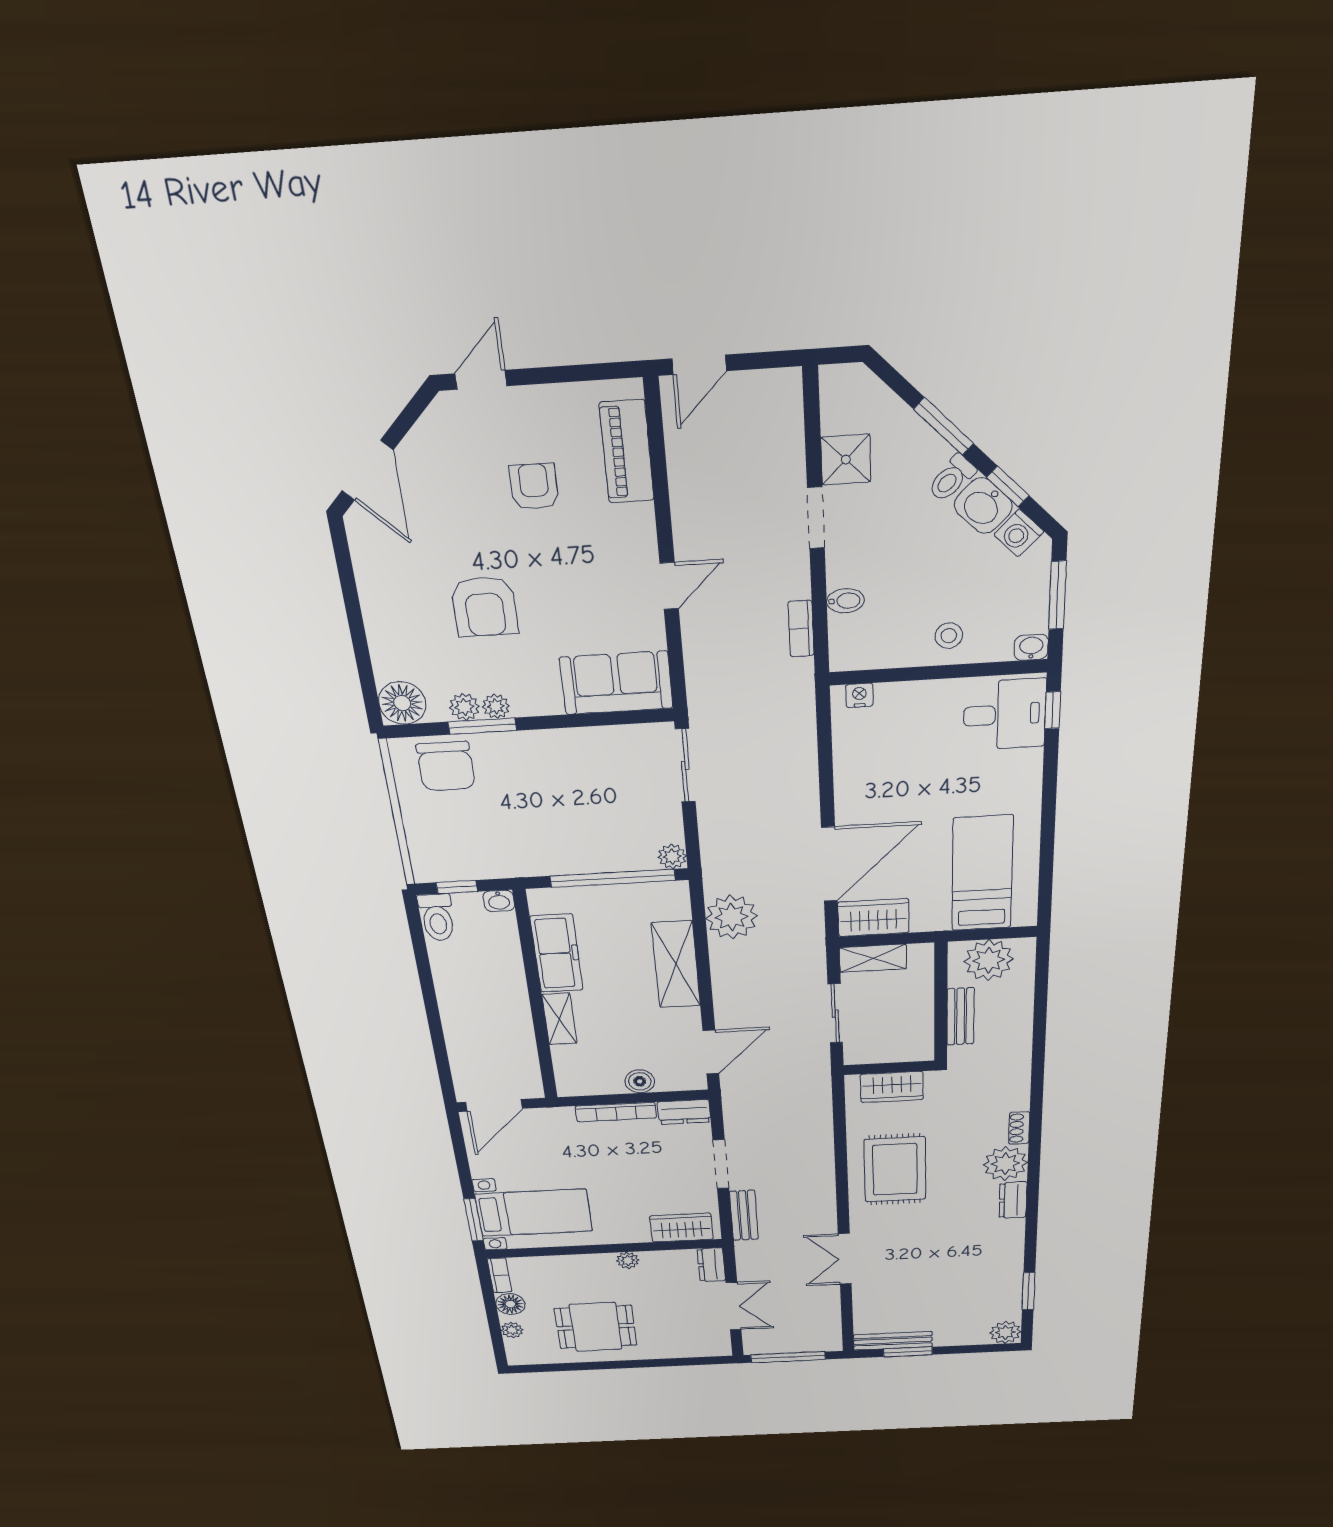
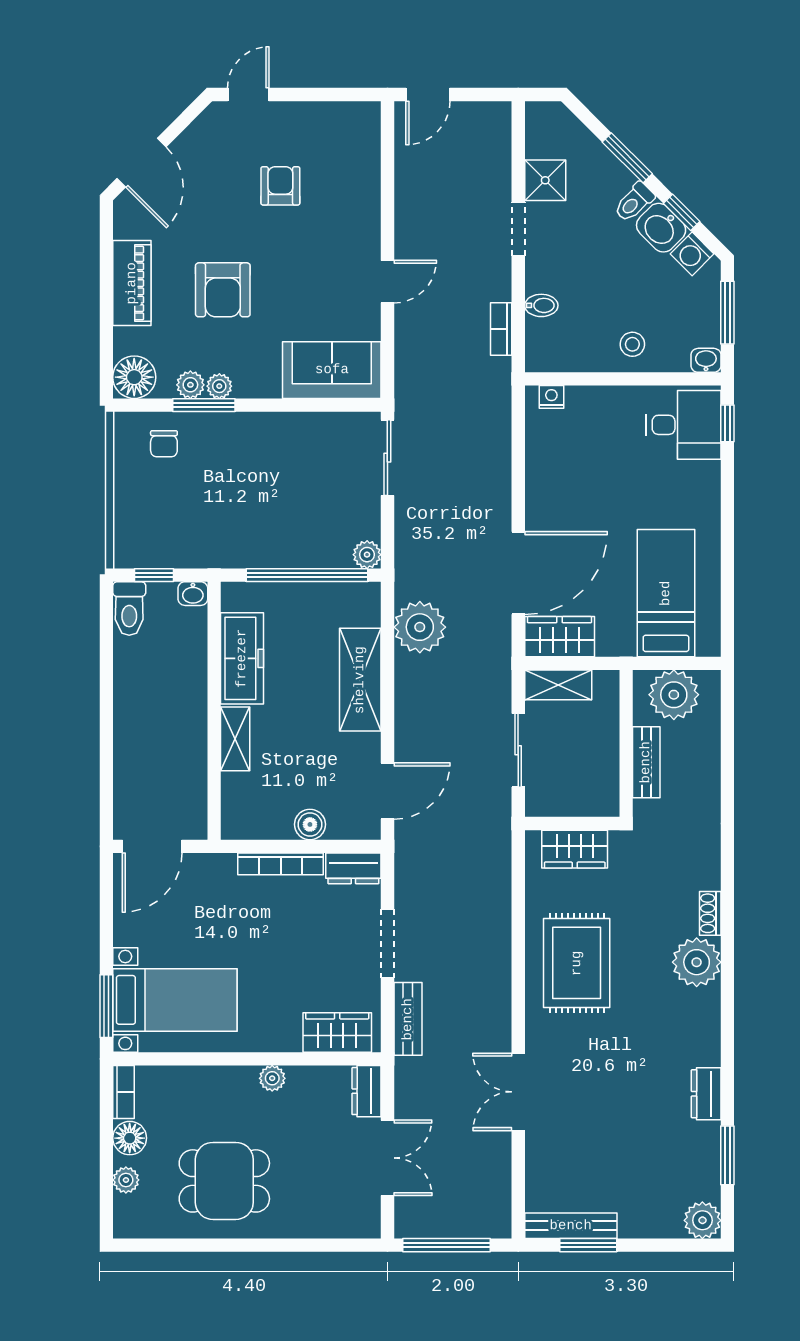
piano: (627, 452) -> (132, 283), moved, turned 180
chair: (446, 766) -> (164, 444), width x0.54, depth x0.54
dresser: (1013, 1200) -> (706, 1094), moved

